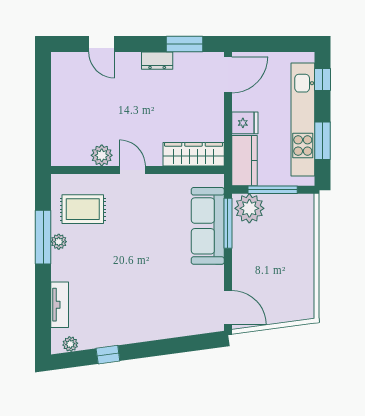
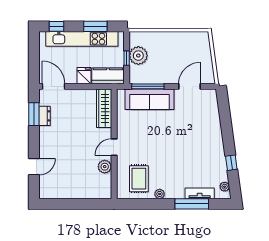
dresser: (157, 61) -> (45, 116), moved
window: (273, 190) -> (127, 58), width x0.46
plant: (249, 208) -> (138, 56), moved
window: (43, 237) -> (192, 204), moved
door: (228, 308) -> (190, 86), moved

